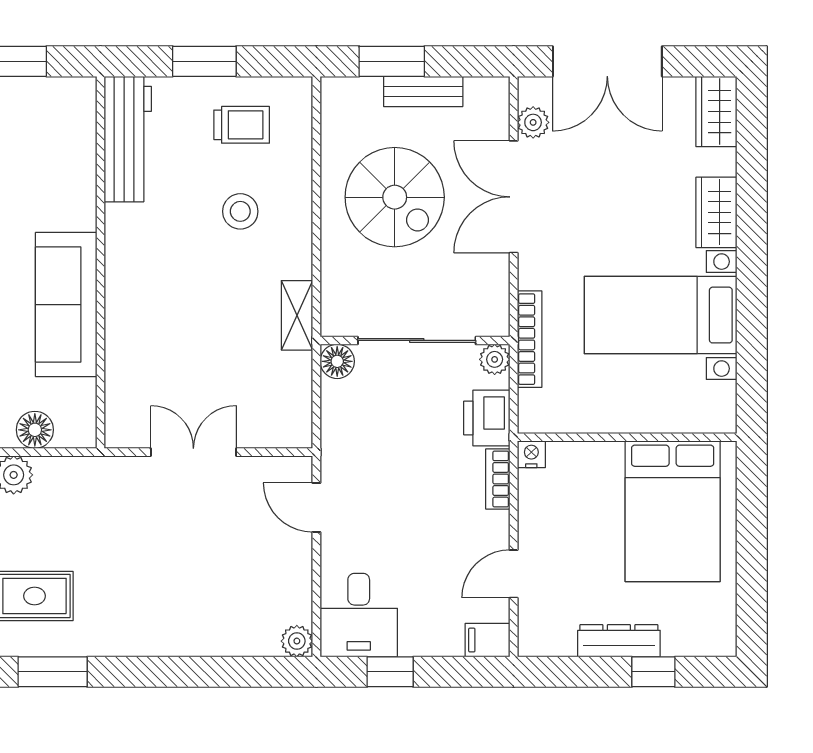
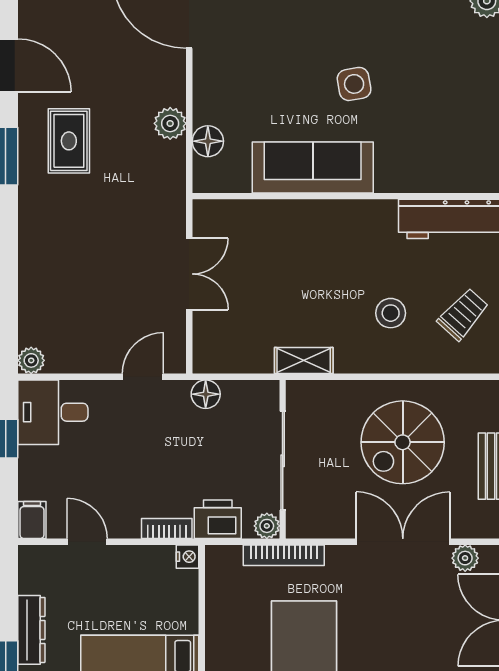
trolley: (242, 125) -> (463, 314), turned -138
floor lamp: (337, 361) -> (206, 394), moved

